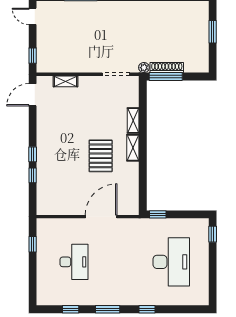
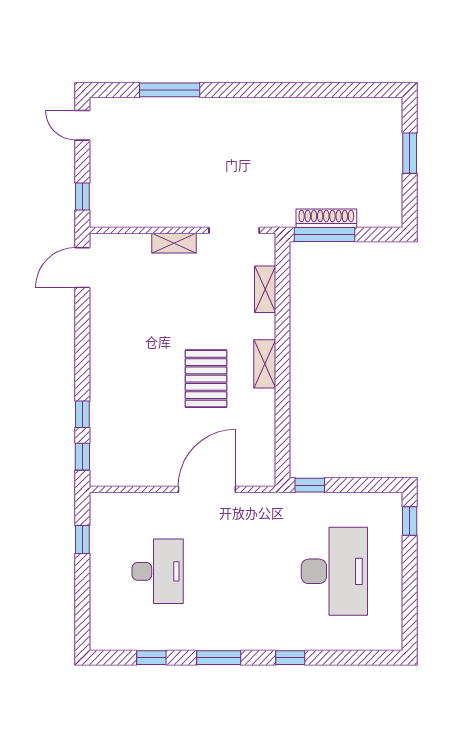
plant: (144, 68) -> (285, 218), removed
shelving: (66, 81) -> (174, 243), moved
shelving: (133, 120) -> (265, 289), moved
window: (33, 154) -> (82, 457), moved

